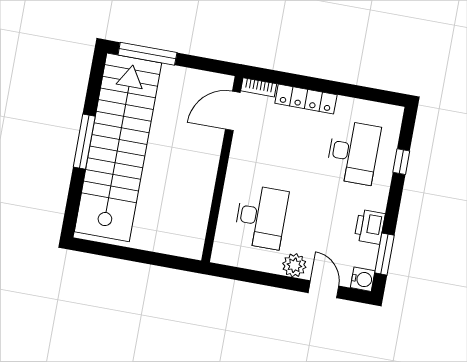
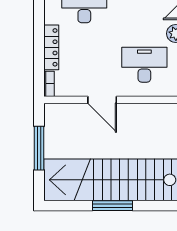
window: (147, 54) -> (39, 148), moved
door: (233, 111) -> (102, 100), moved

